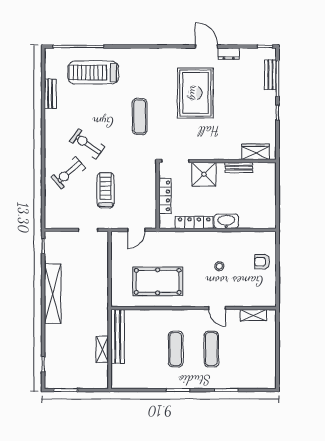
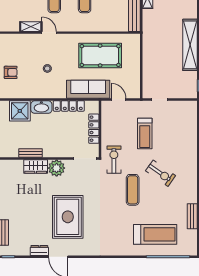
exercise mat: (140, 116) -> (133, 190), moved
plant: (209, 150) -> (57, 168), added
wardrobe: (256, 152) -> (36, 166), moved
exercise bike: (68, 173) -> (114, 160), moved, turned -49
shower: (204, 174) -> (20, 111), moved
door: (136, 230) -> (119, 100), hinge flipped
sofa: (172, 242) -> (88, 89), added
shelving: (253, 315) -> (31, 27), moved

